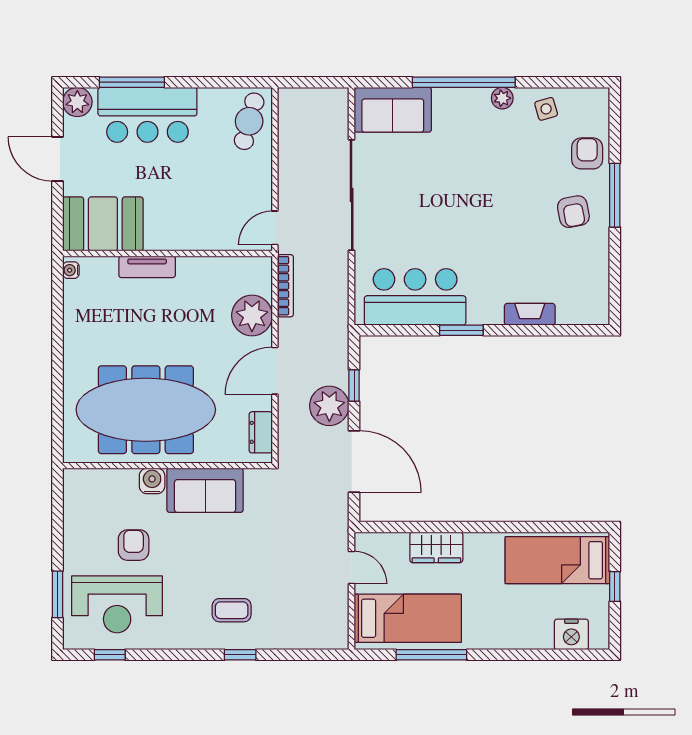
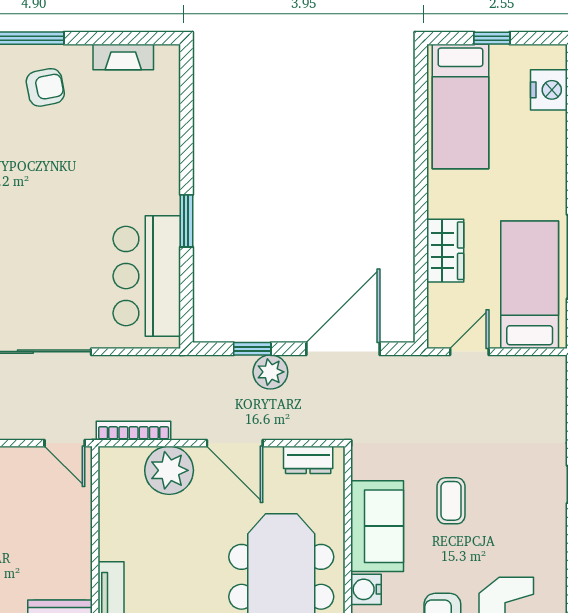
fireplace: (530, 314) -> (123, 57), moved, turned -90
plant: (329, 406) -> (270, 372), width x0.73, depth x0.73
coffee table: (232, 610) -> (451, 501), moved

